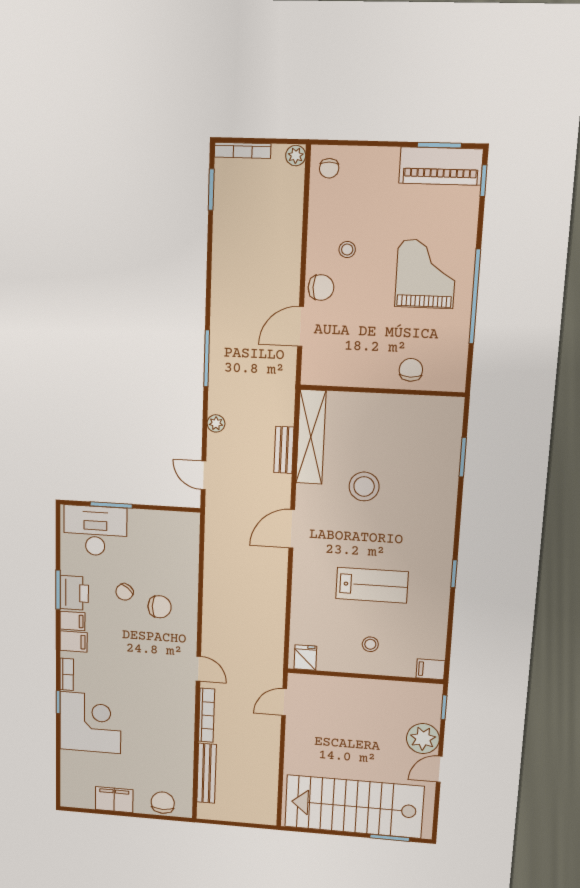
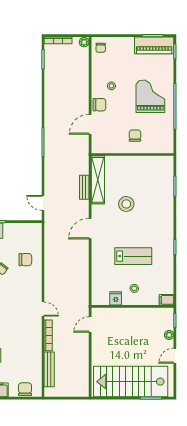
chair: (411, 370) -> (135, 136), moved
plant: (216, 423) -> (49, 175), removed
chair: (160, 607) -> (25, 260), moved
fridge: (305, 658) -> (116, 298), moved
plant: (423, 739) -> (169, 335), width x0.53, depth x0.53

